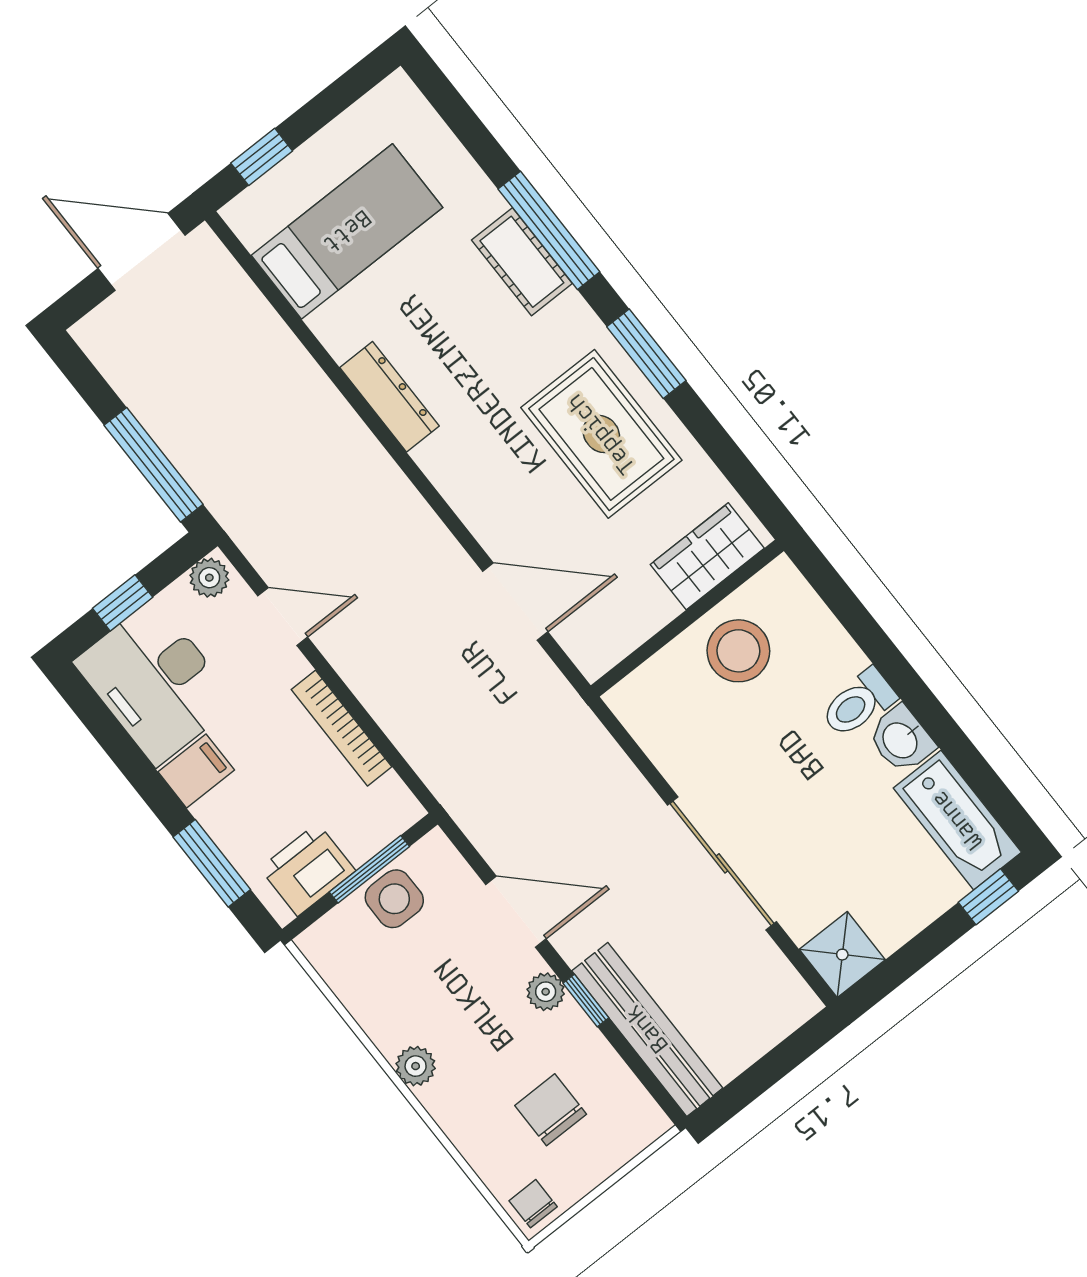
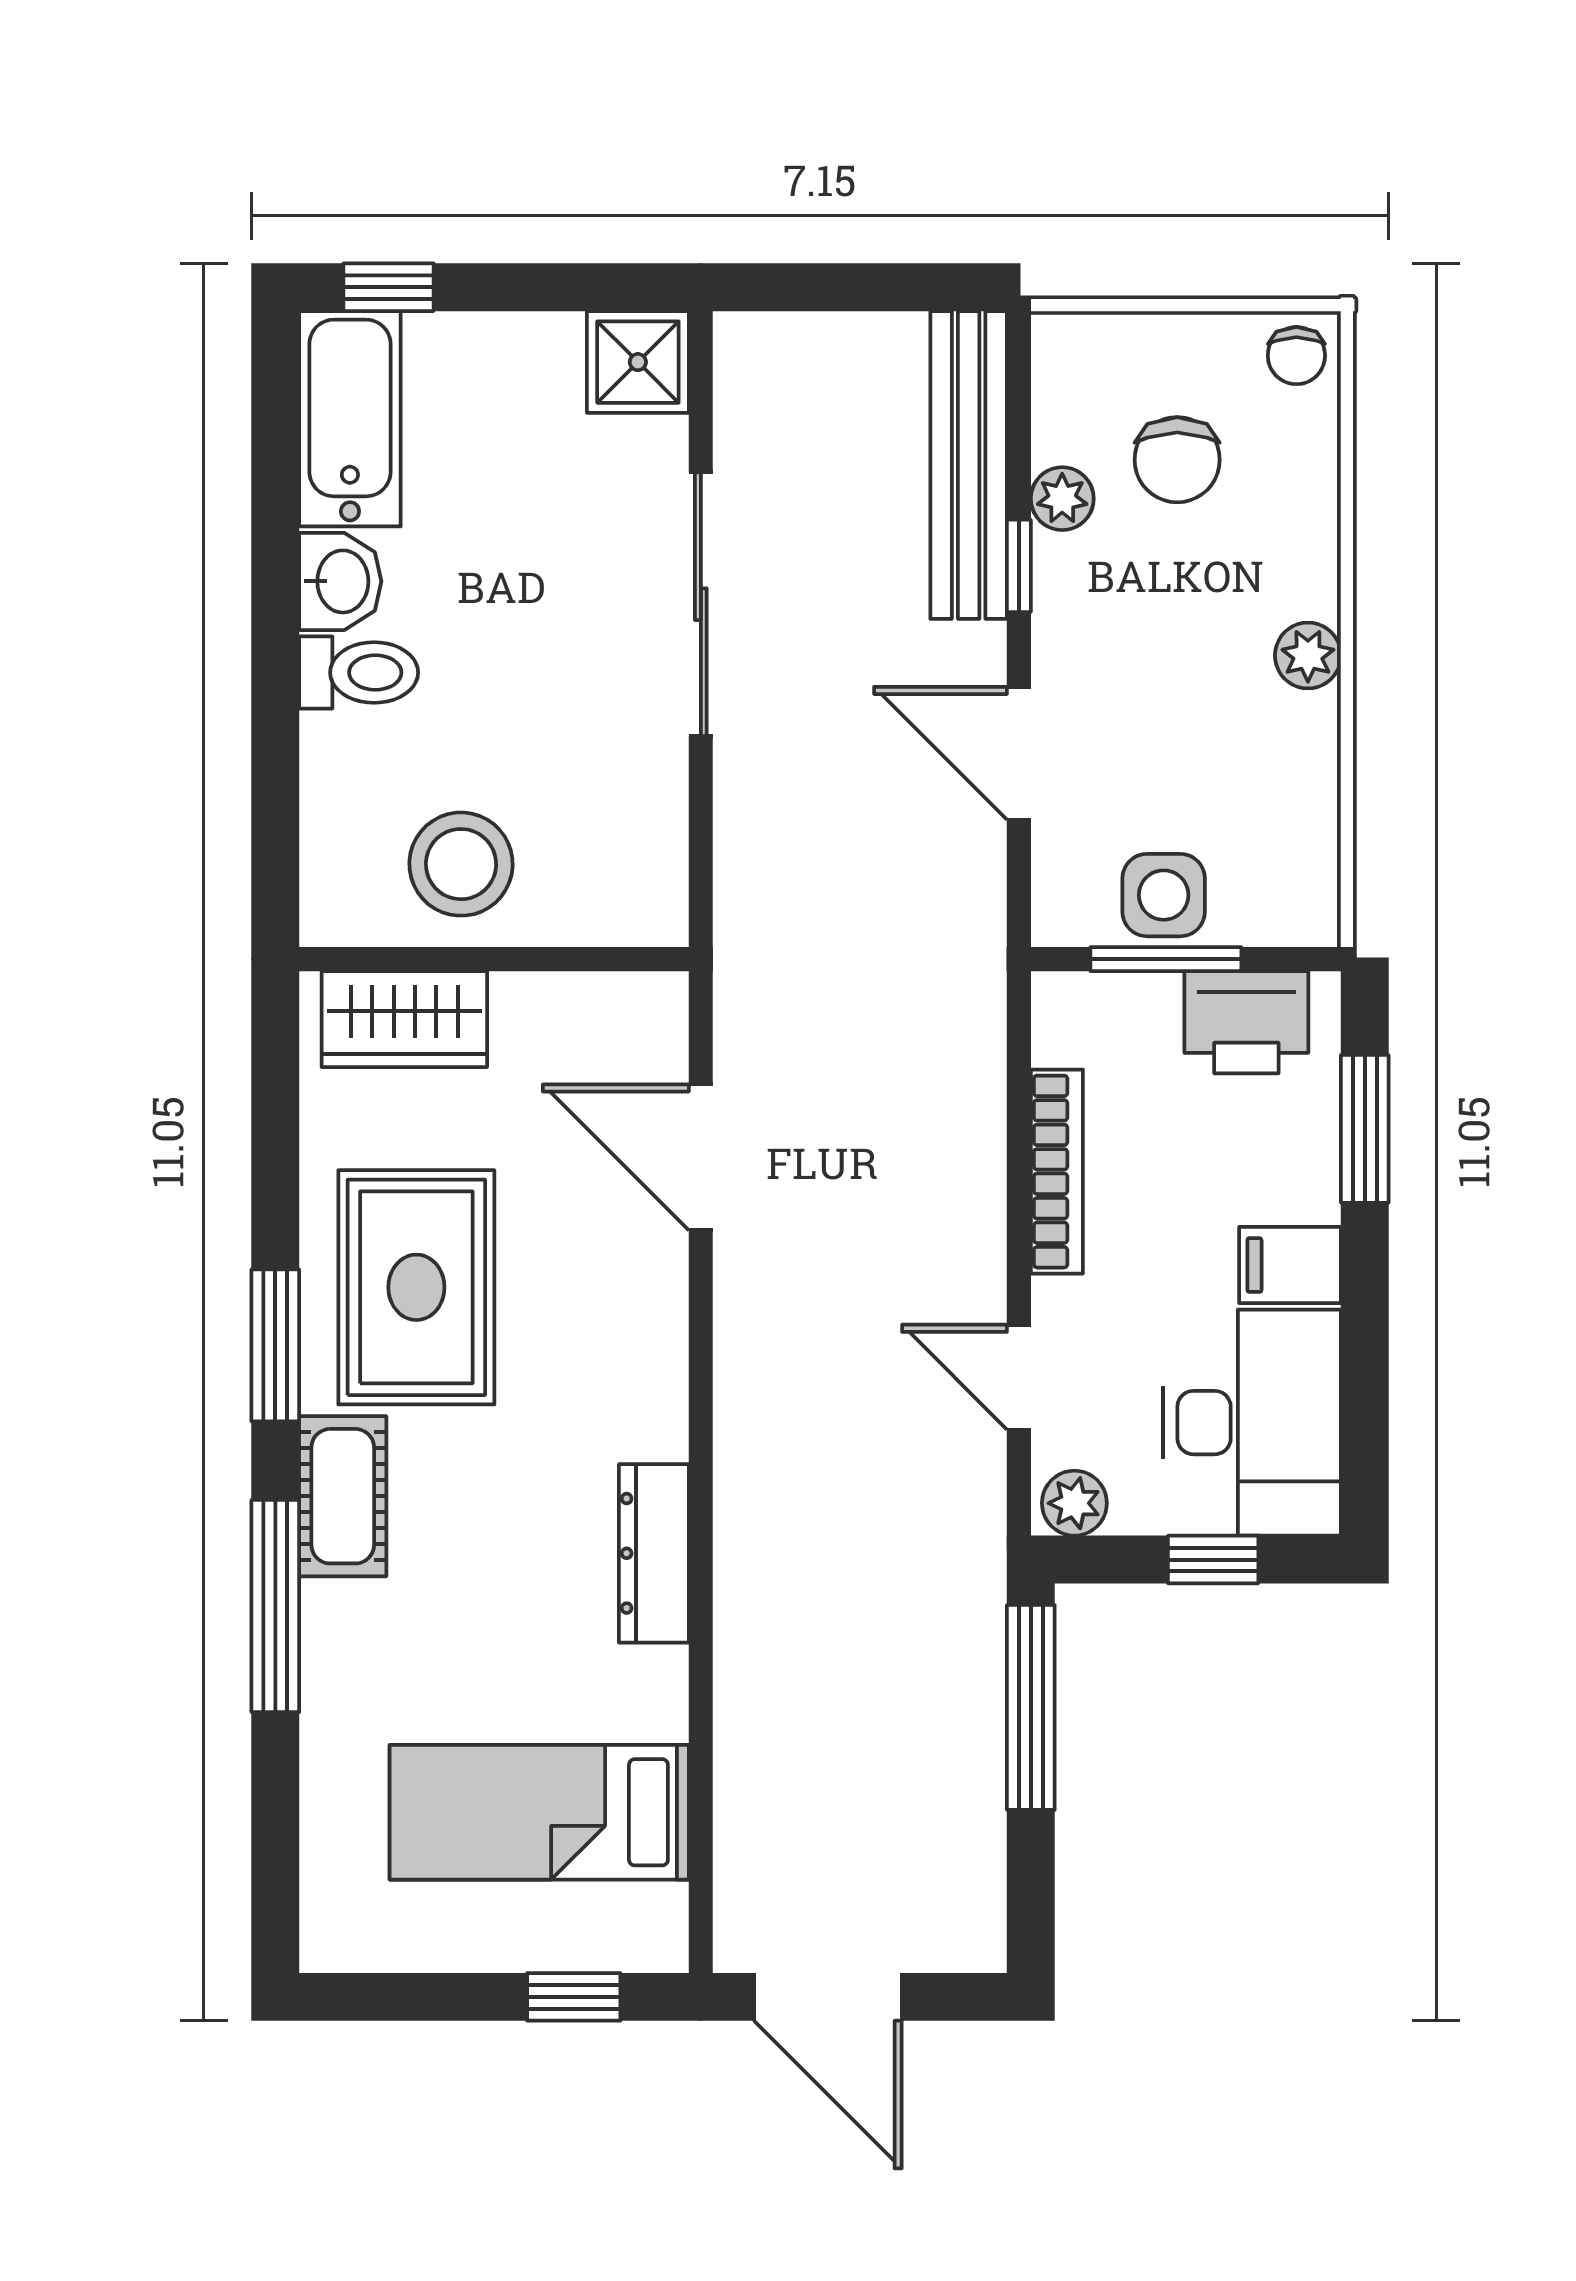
cot: (522, 262) -> (343, 1496), moved
plant: (546, 992) -> (1062, 499), moved

